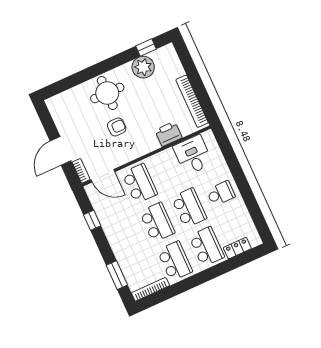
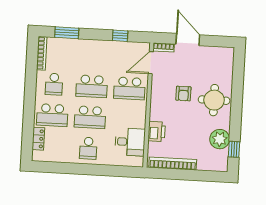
school desk: (175, 261) -> (54, 84), width x0.54

